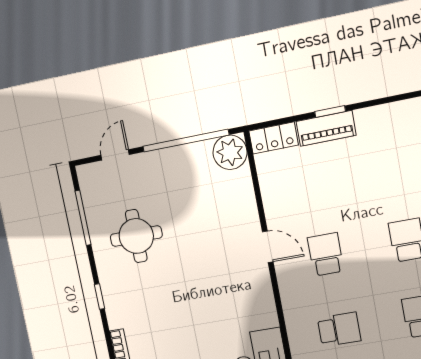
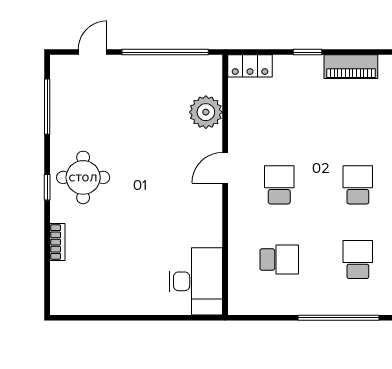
piano: (326, 128) -> (351, 67), moved
plant: (230, 152) -> (206, 112), moved
round table: (136, 236) -> (83, 177), moved
door: (268, 247) -> (225, 168), swing flipped

